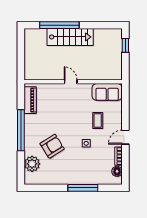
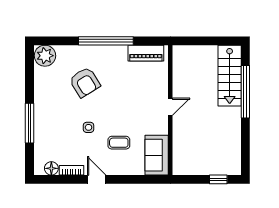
stairs: (70, 37) -> (230, 76), moved
plant: (32, 164) -> (45, 56), moved

